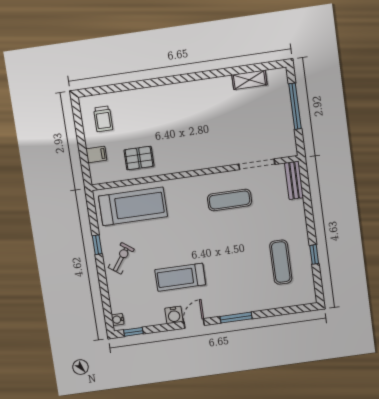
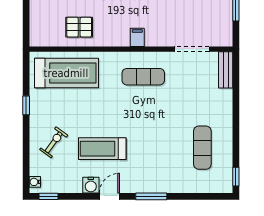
filing cabinet: (96, 155) -> (137, 37), moved, turned -90
exercise mat: (230, 200) -> (143, 77), moved
window: (314, 254) -> (236, 177), moved
exercise bike: (121, 258) -> (54, 142), moved

